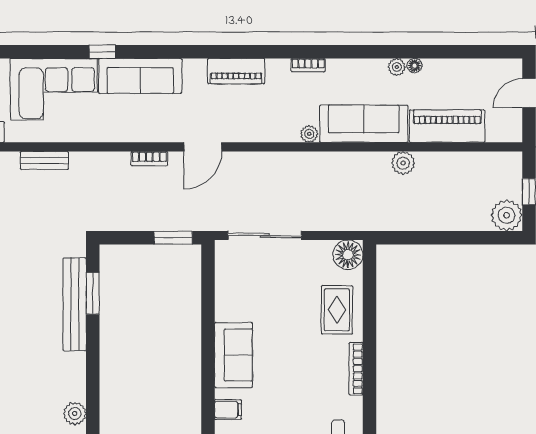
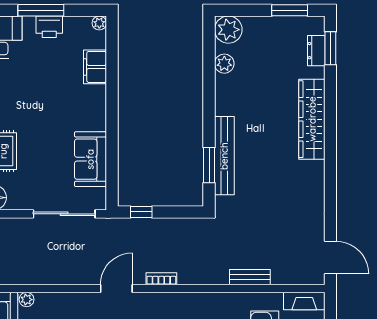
window: (173, 238) -> (141, 212), width x0.67
sofa: (233, 355) -> (90, 159), moved
filing cabinet: (228, 410) -> (95, 67), width x2.00

